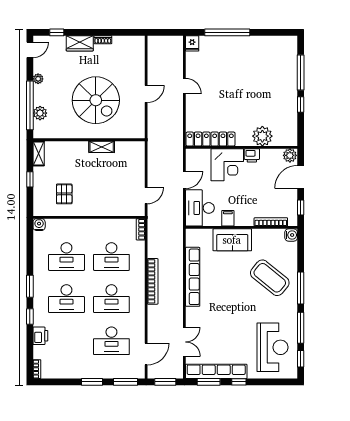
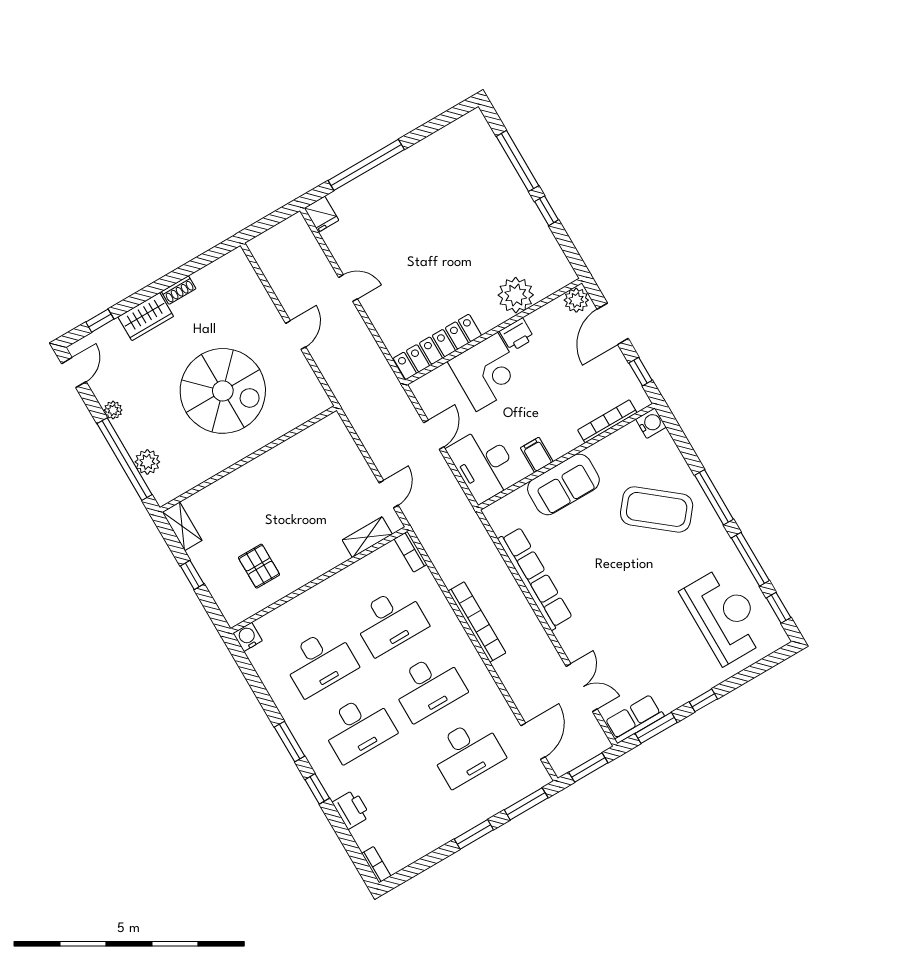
shelving: (102, 147) -> (367, 537), moved
row of seats: (216, 371) -> (634, 719), width x0.50

